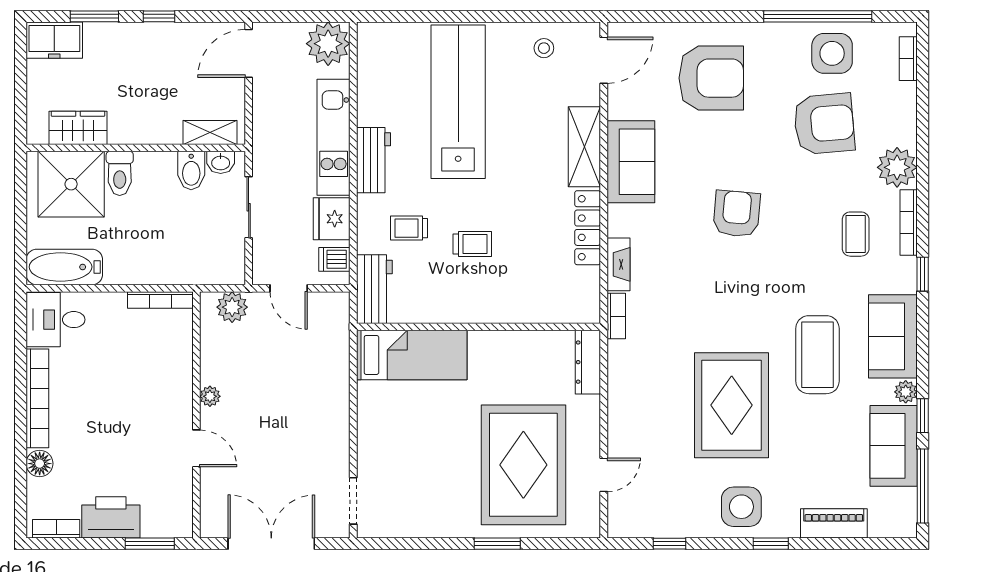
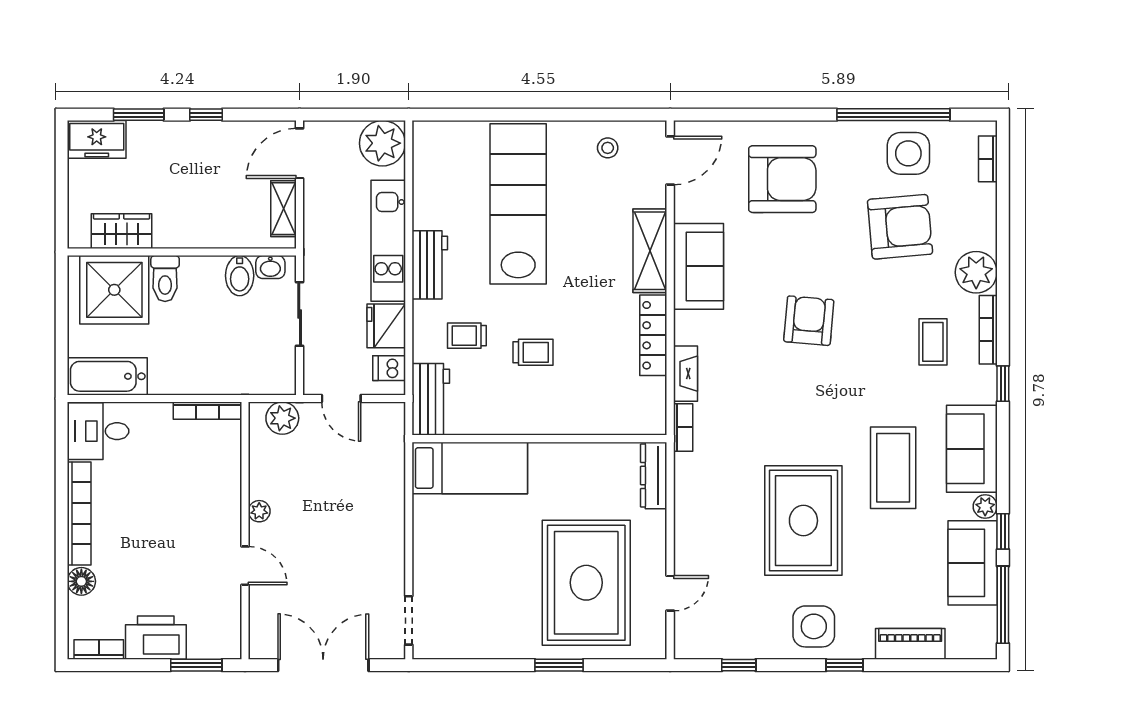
shelving: (210, 132) -> (283, 209), moved, turned 90

